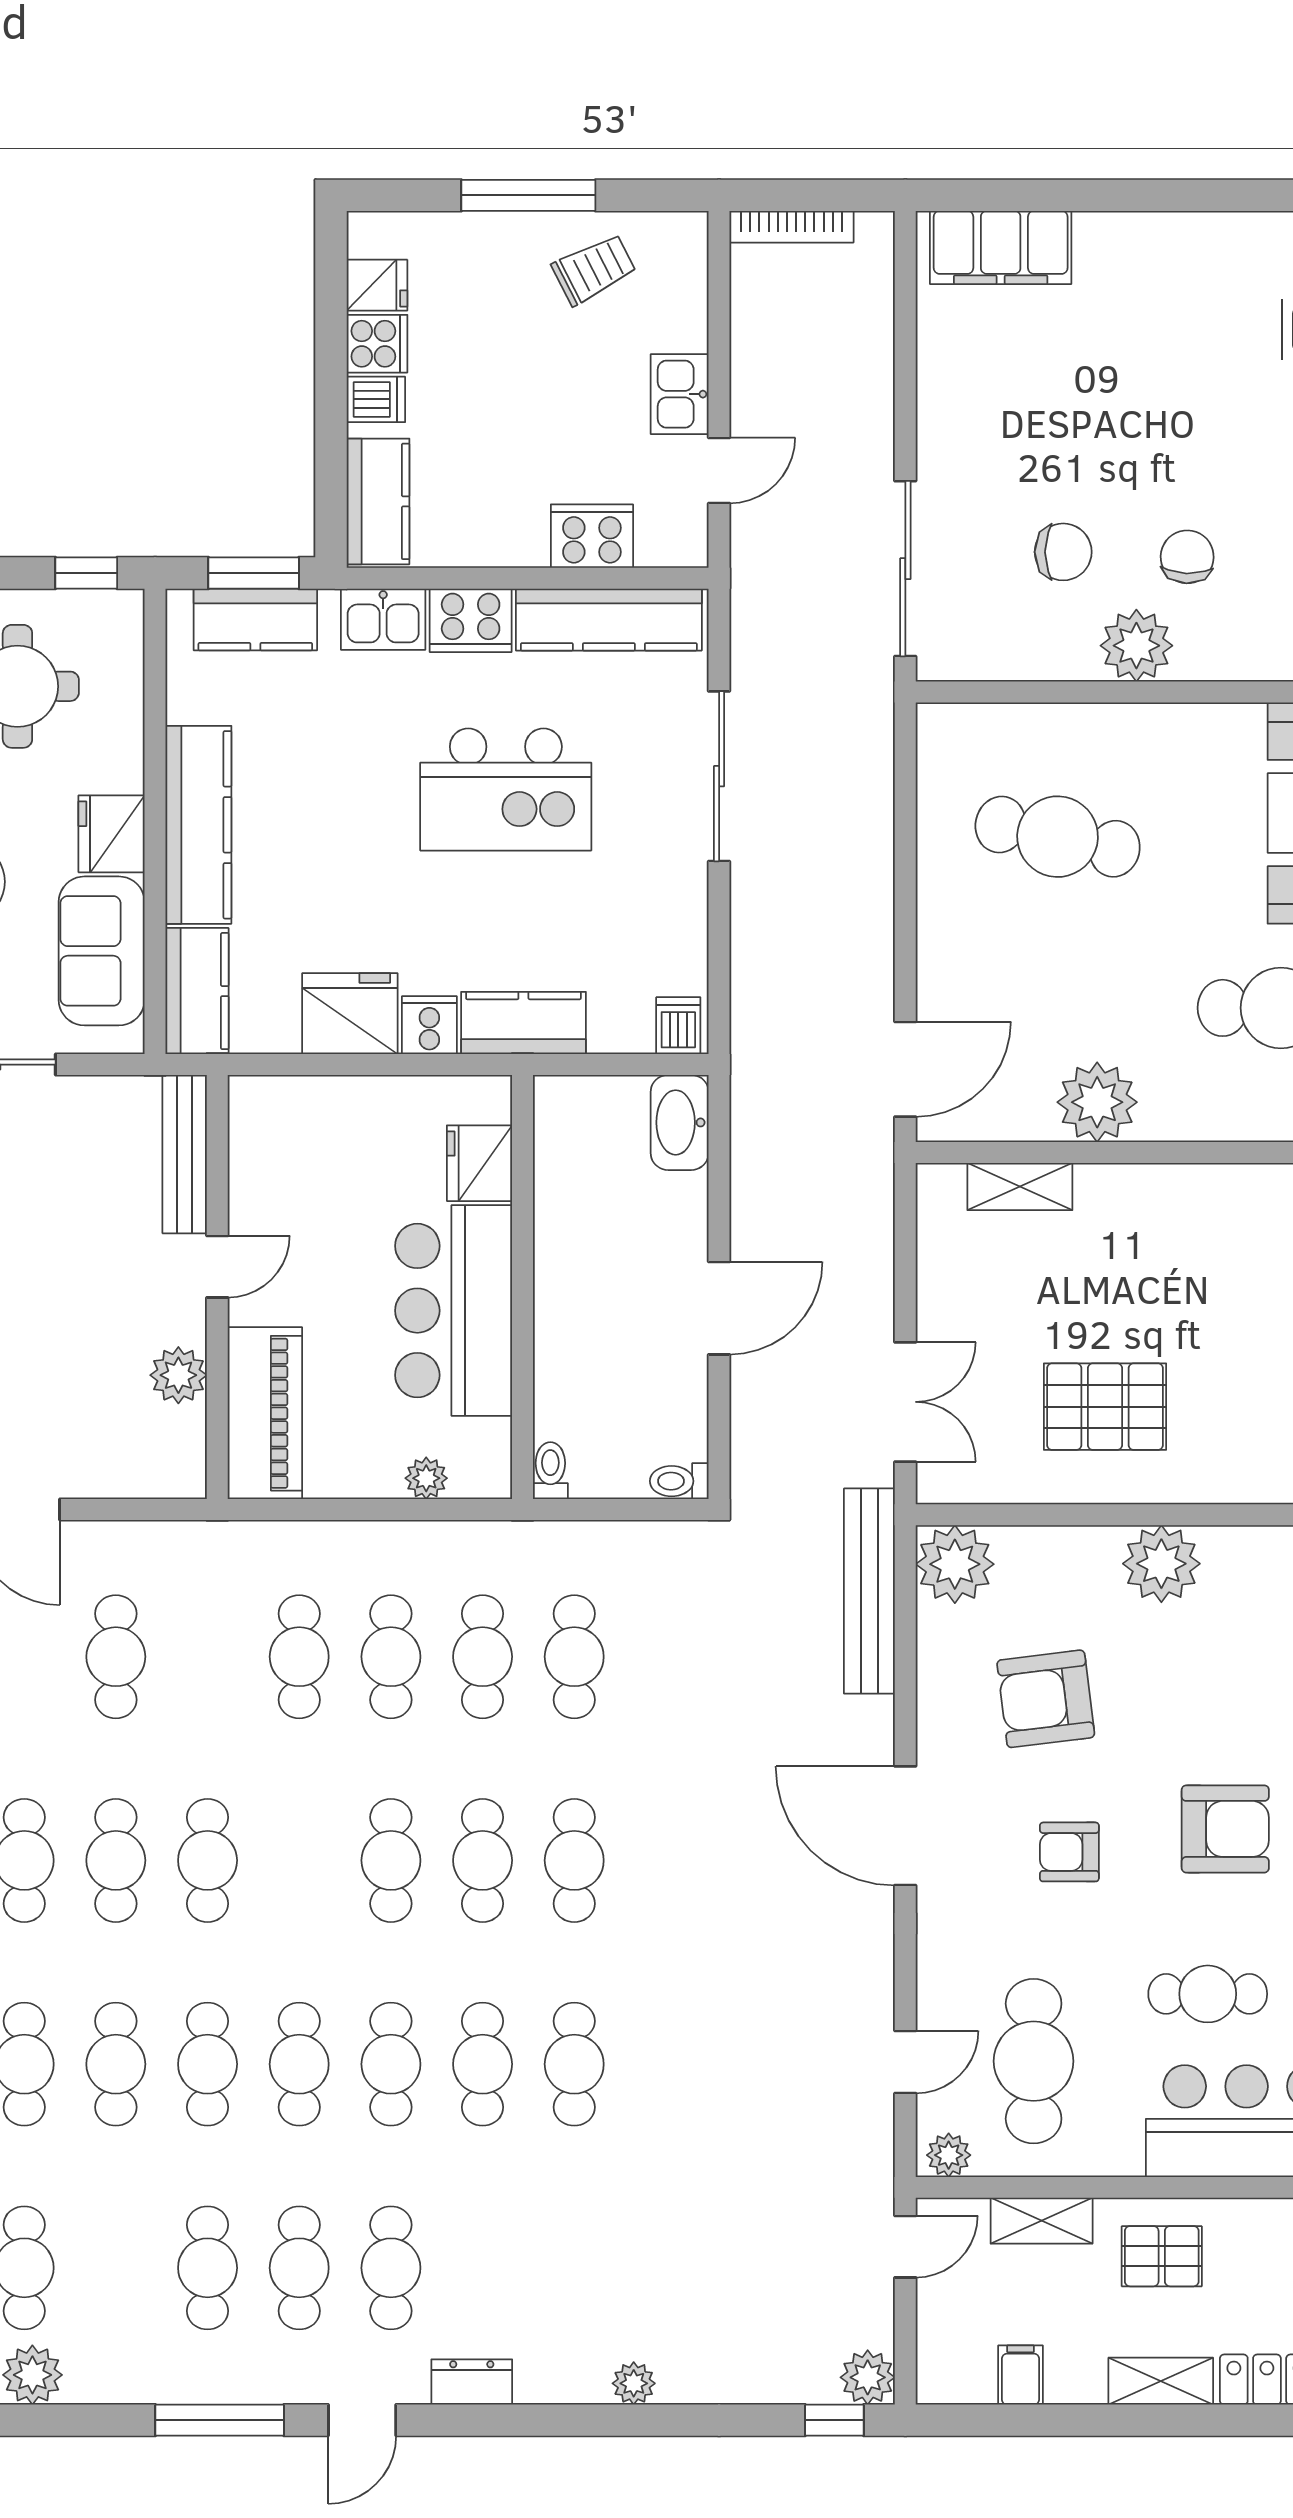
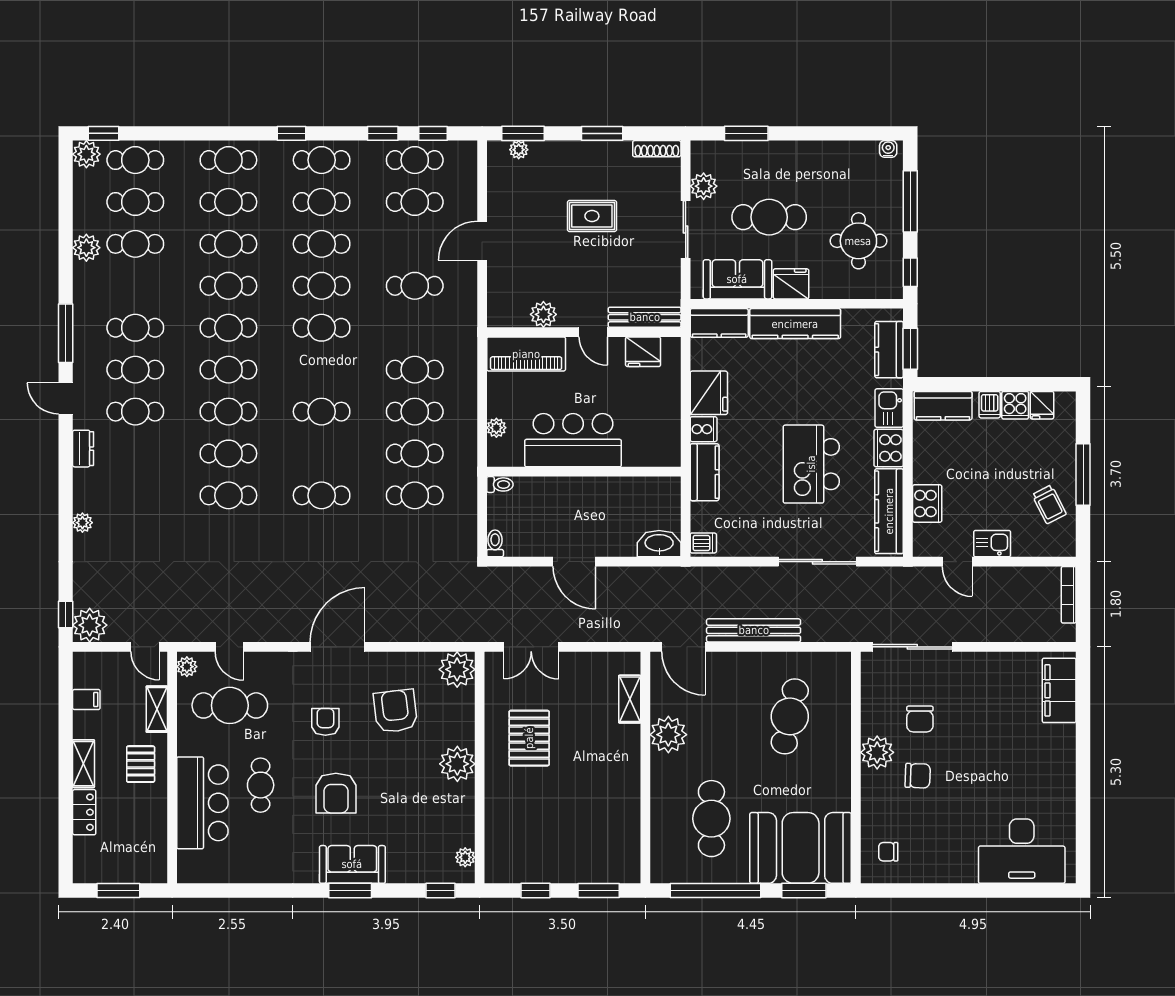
fridge: (479, 1163) -> (643, 352), moved, turned 180
bench: (869, 1591) -> (754, 630), moved
cafe table: (483, 1860) -> (322, 453), removed
plant: (868, 2377) -> (90, 625), width x1.36, depth x1.36

